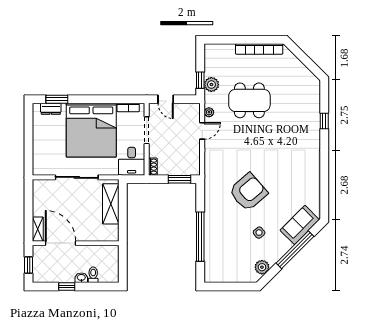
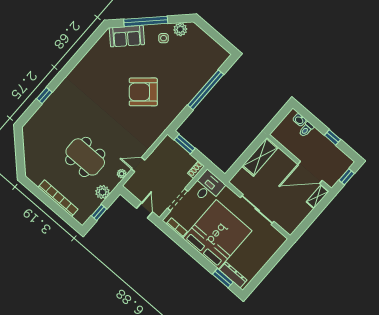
bookcase: (259, 49) -> (58, 198), moved
window: (200, 80) -> (99, 212), moved
dresser: (51, 109) -> (233, 275), width x1.44
shelving: (111, 204) -> (260, 157), moved
side table: (259, 233) -> (164, 38), moved
door: (61, 243) -> (310, 172), hinge flipped
washbasin: (81, 278) -> (300, 120), moved

